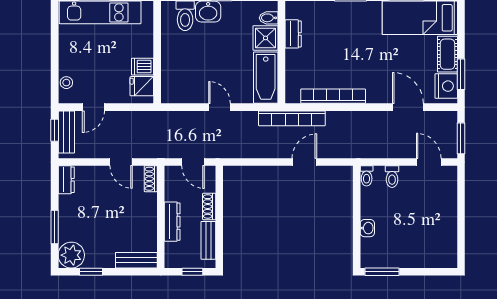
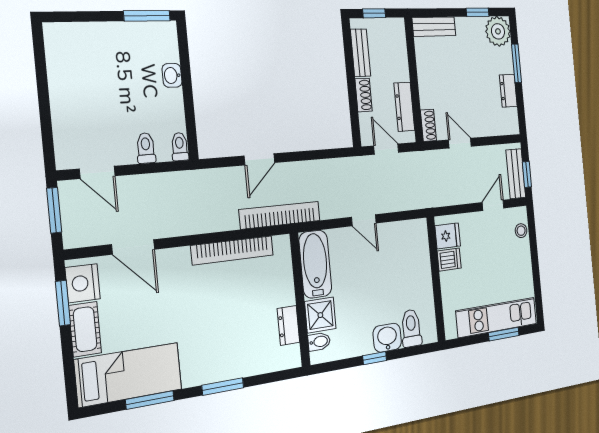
dresser: (66, 180) -> (508, 91), moved
dresser: (172, 222) -> (404, 107), moved

